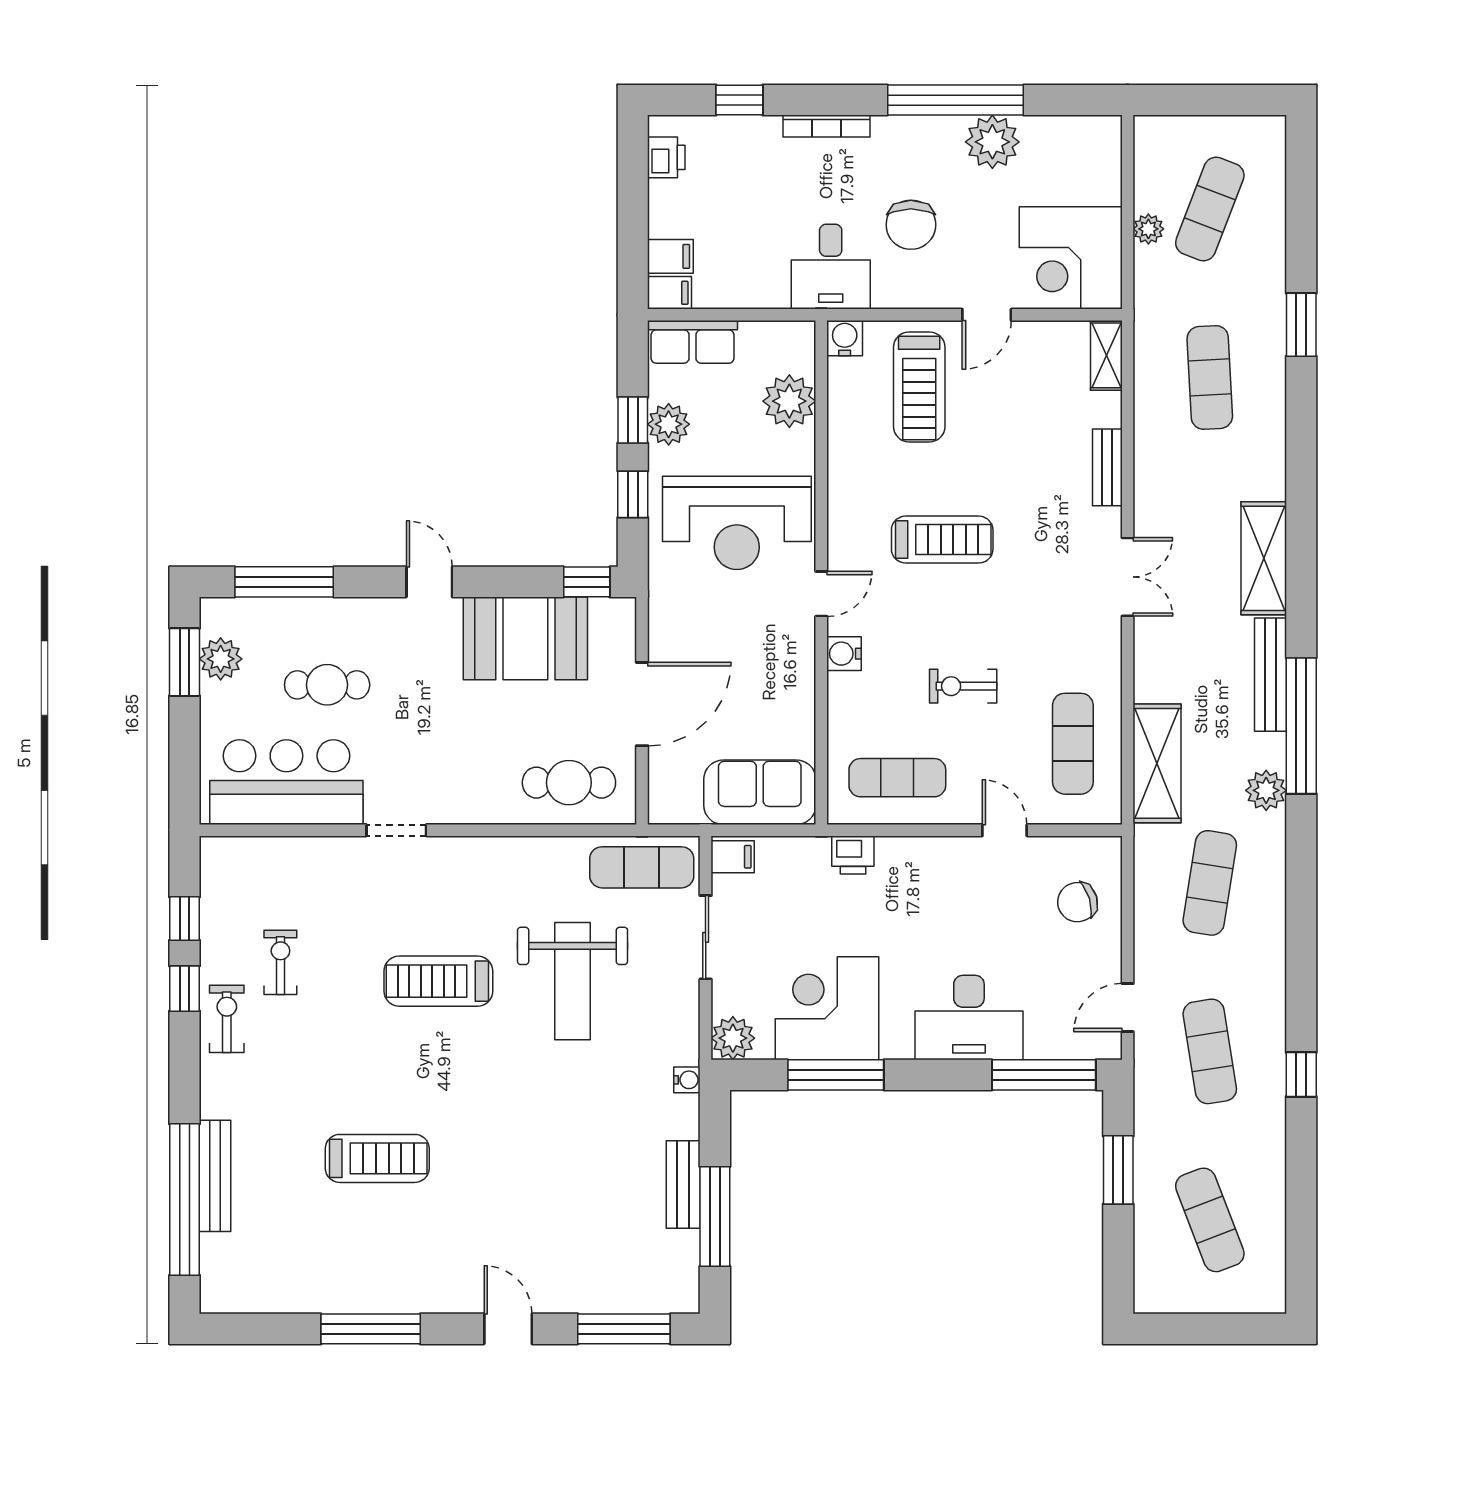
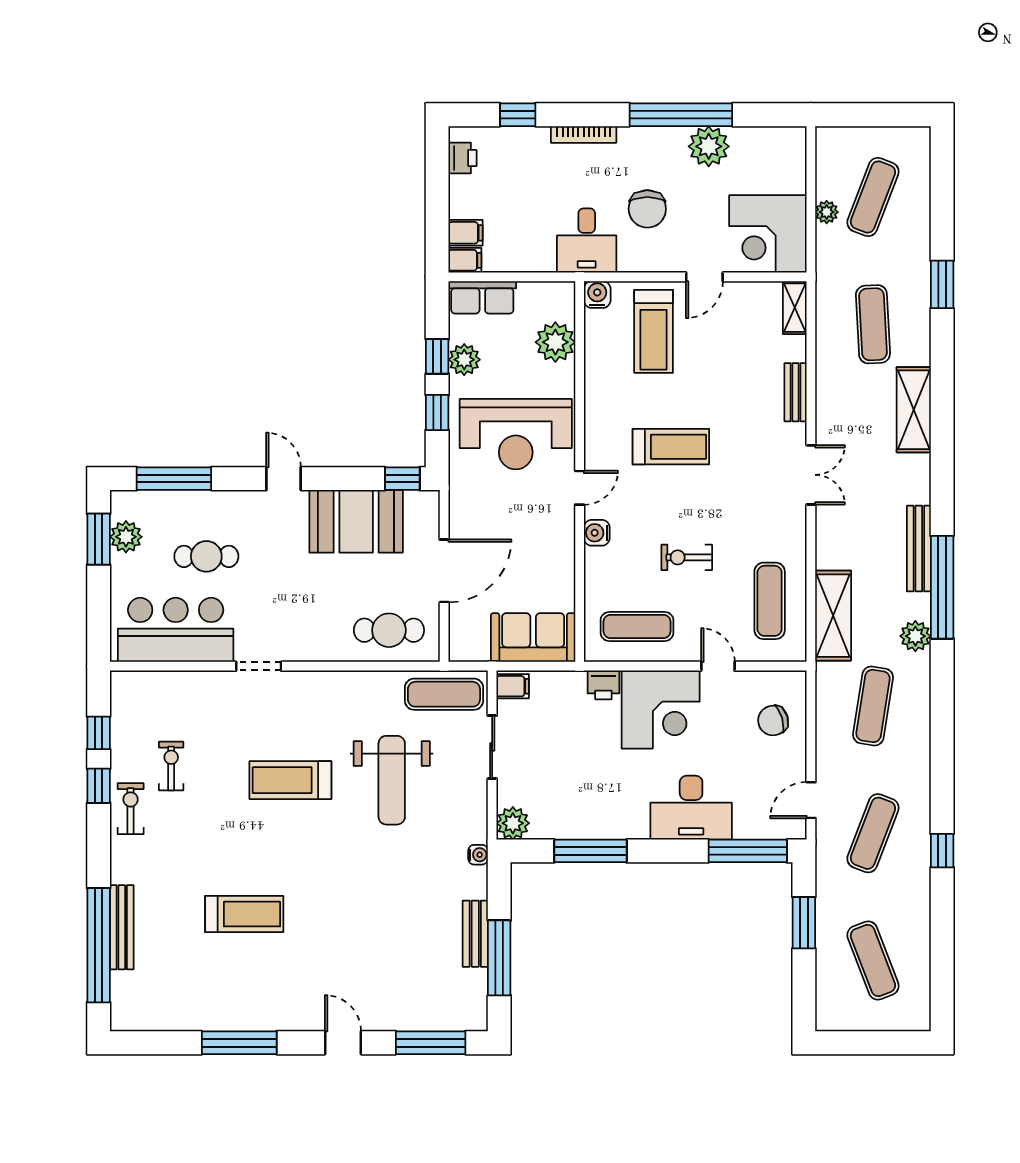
shelving: (1264, 558) -> (914, 410), moved
corner desk: (827, 1008) -> (661, 709), moved, turned 180
exercise mat: (1210, 1051) -> (873, 833), turned 30

